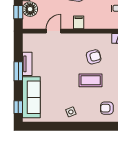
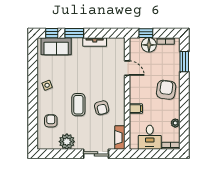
filing cabinet: (79, 22) -> (136, 109), moved
window: (18, 71) -> (74, 33), moved
sofa: (31, 97) -> (56, 46), width x0.73

